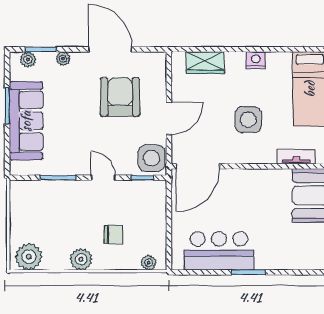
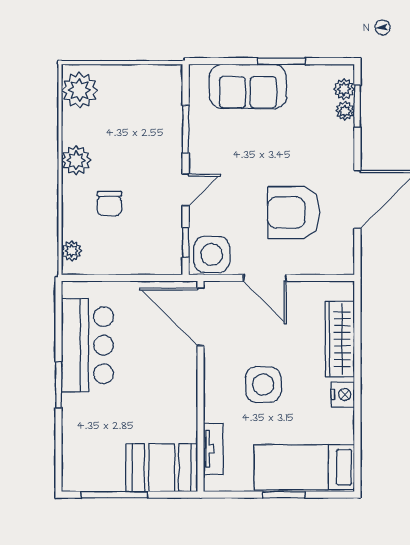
plant: (63, 59) -> (345, 111), moved
wardrobe: (205, 63) -> (340, 339), width x1.50
armchair: (120, 97) -> (294, 212), turned 180
sofa: (26, 121) -> (248, 87), width x0.73

